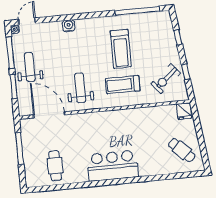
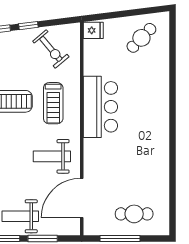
window: (186, 72) -> (28, 26), moved
cafe table: (55, 166) -> (134, 214), moved
bar counter: (113, 166) -> (100, 107), moved, turned 180

